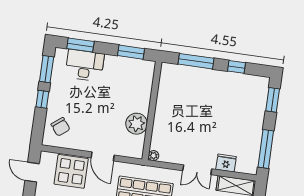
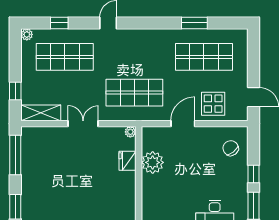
door: (103, 156) -> (183, 124), hinge flipped
fridge: (226, 163) -> (127, 161), moved, turned 90
display table: (71, 171) -> (213, 104), width x0.73, depth x0.73

